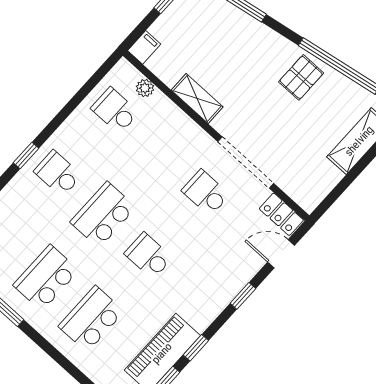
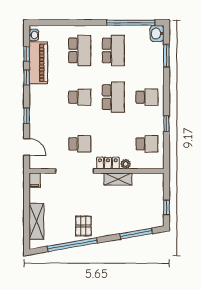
filing cabinet: (144, 47) -> (35, 180), moved
plant: (145, 88) -> (126, 164), moved
window: (26, 156) -> (166, 124), moved
locker: (281, 214) -> (108, 163), moved
door: (281, 254) -> (27, 147), hinge flipped

